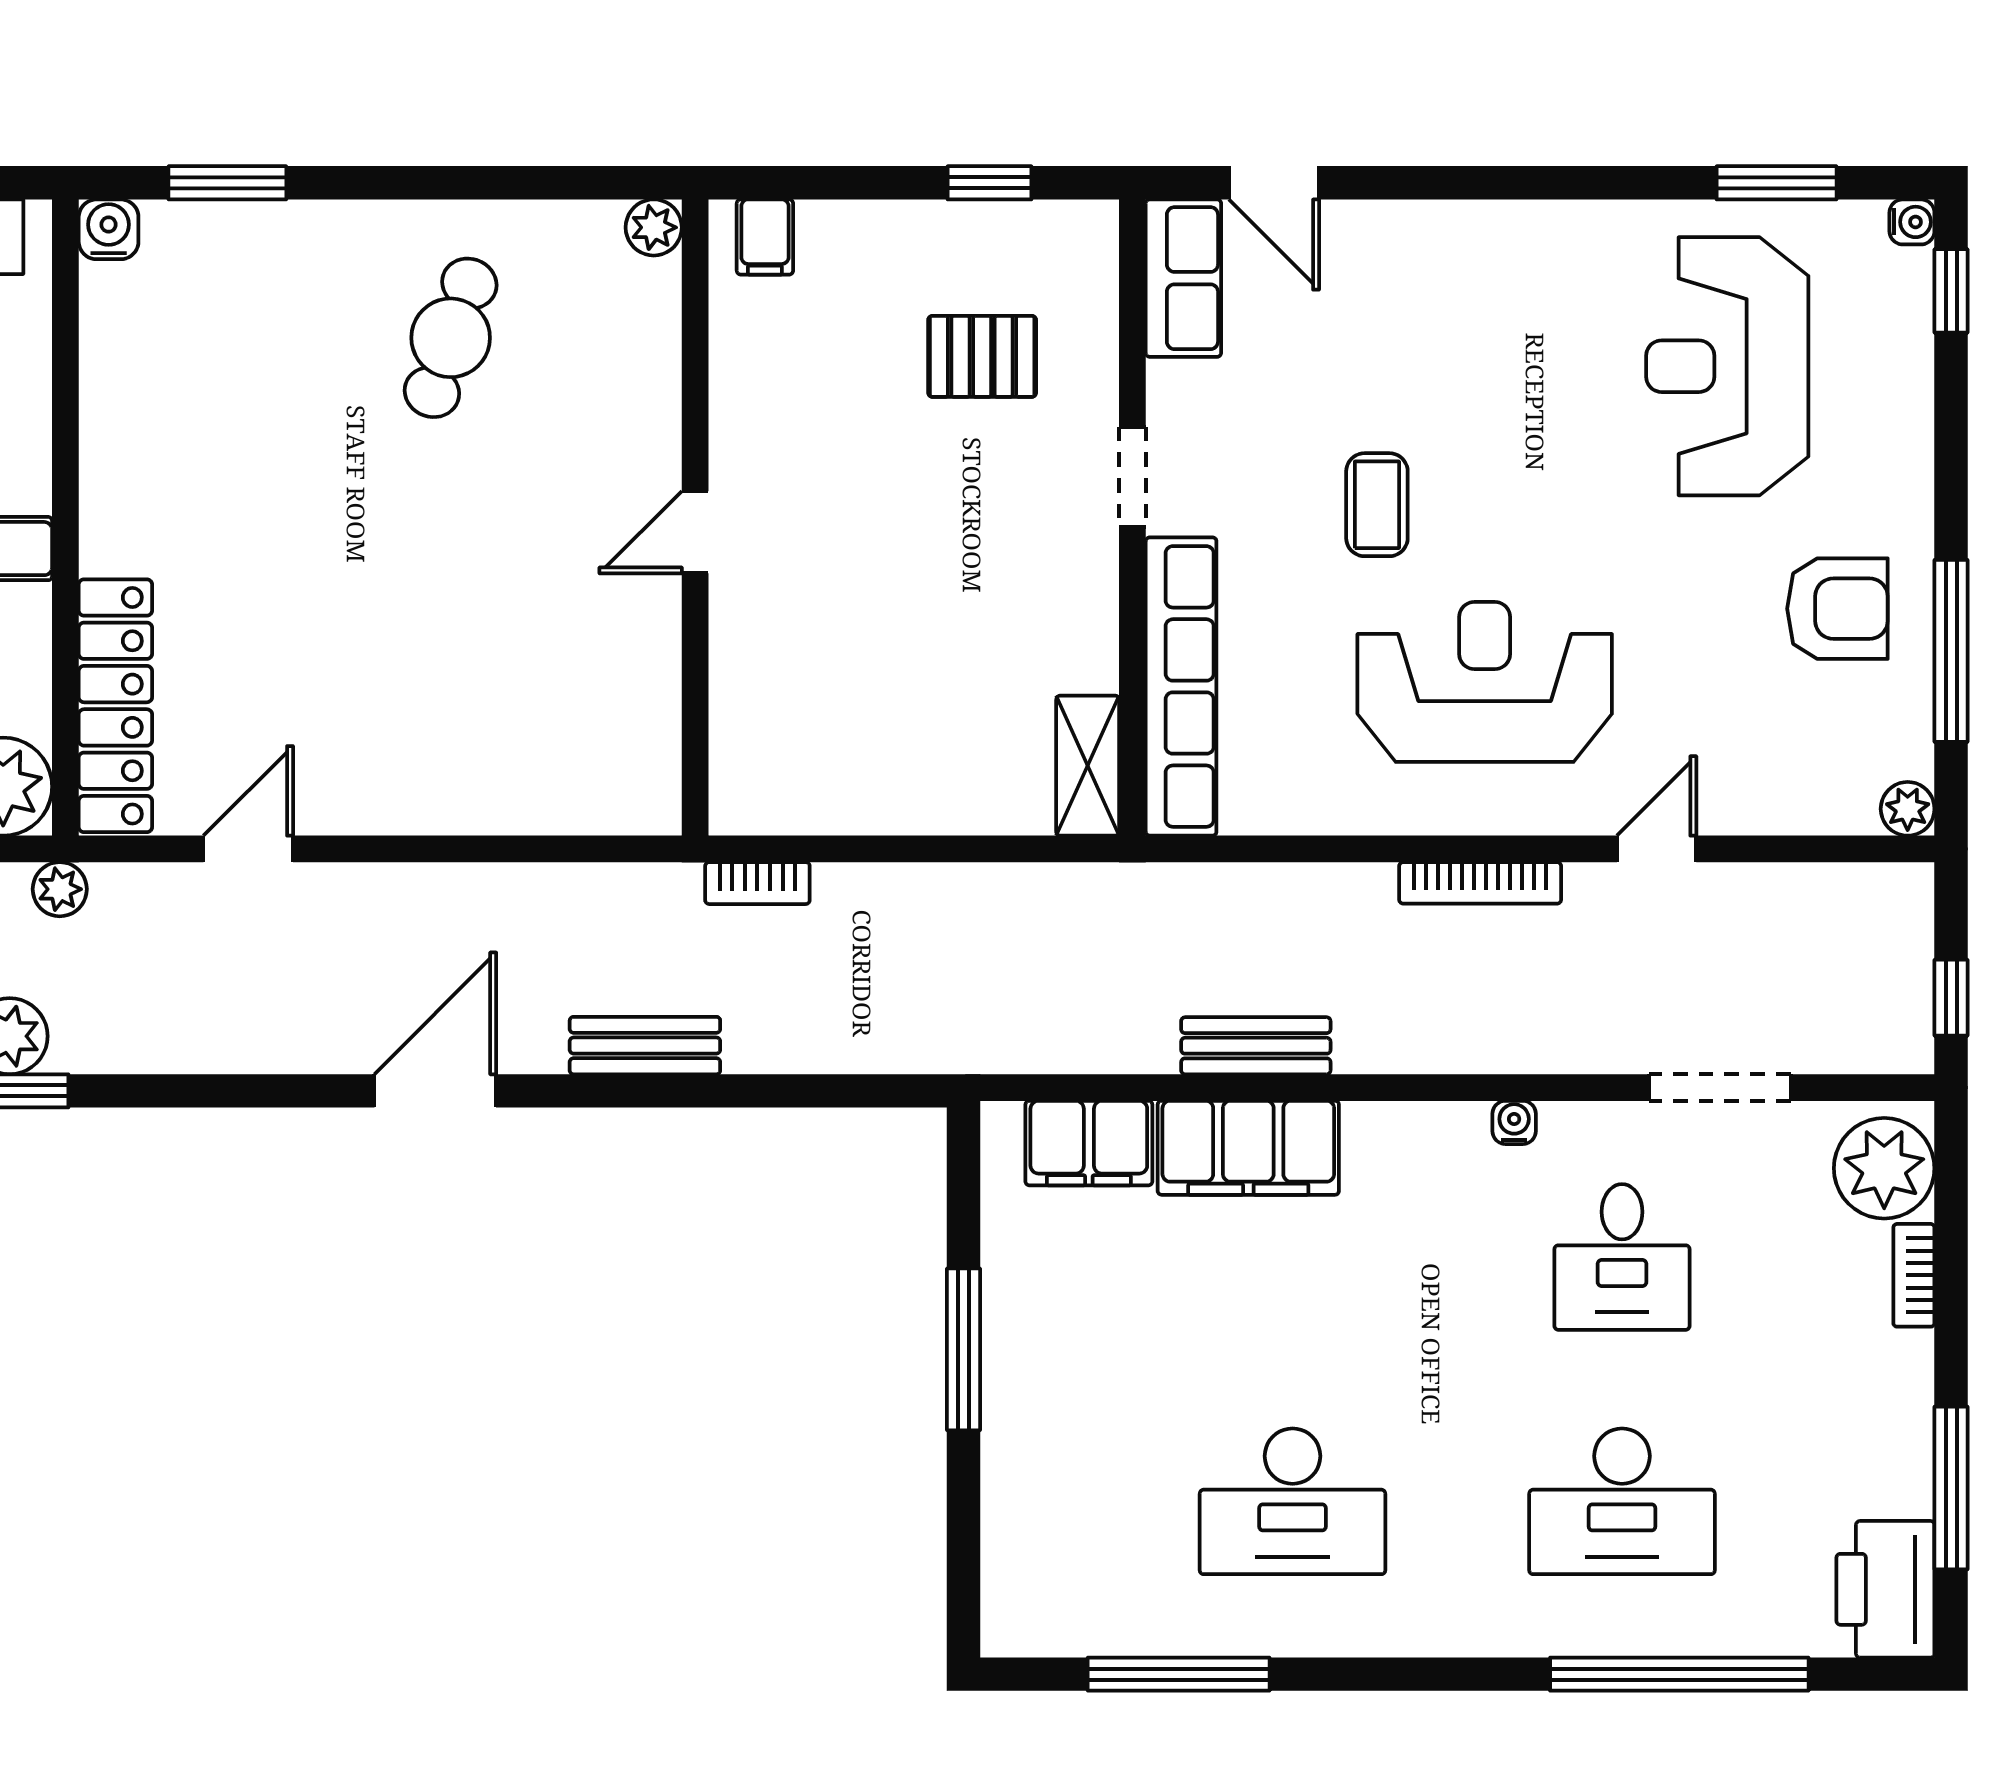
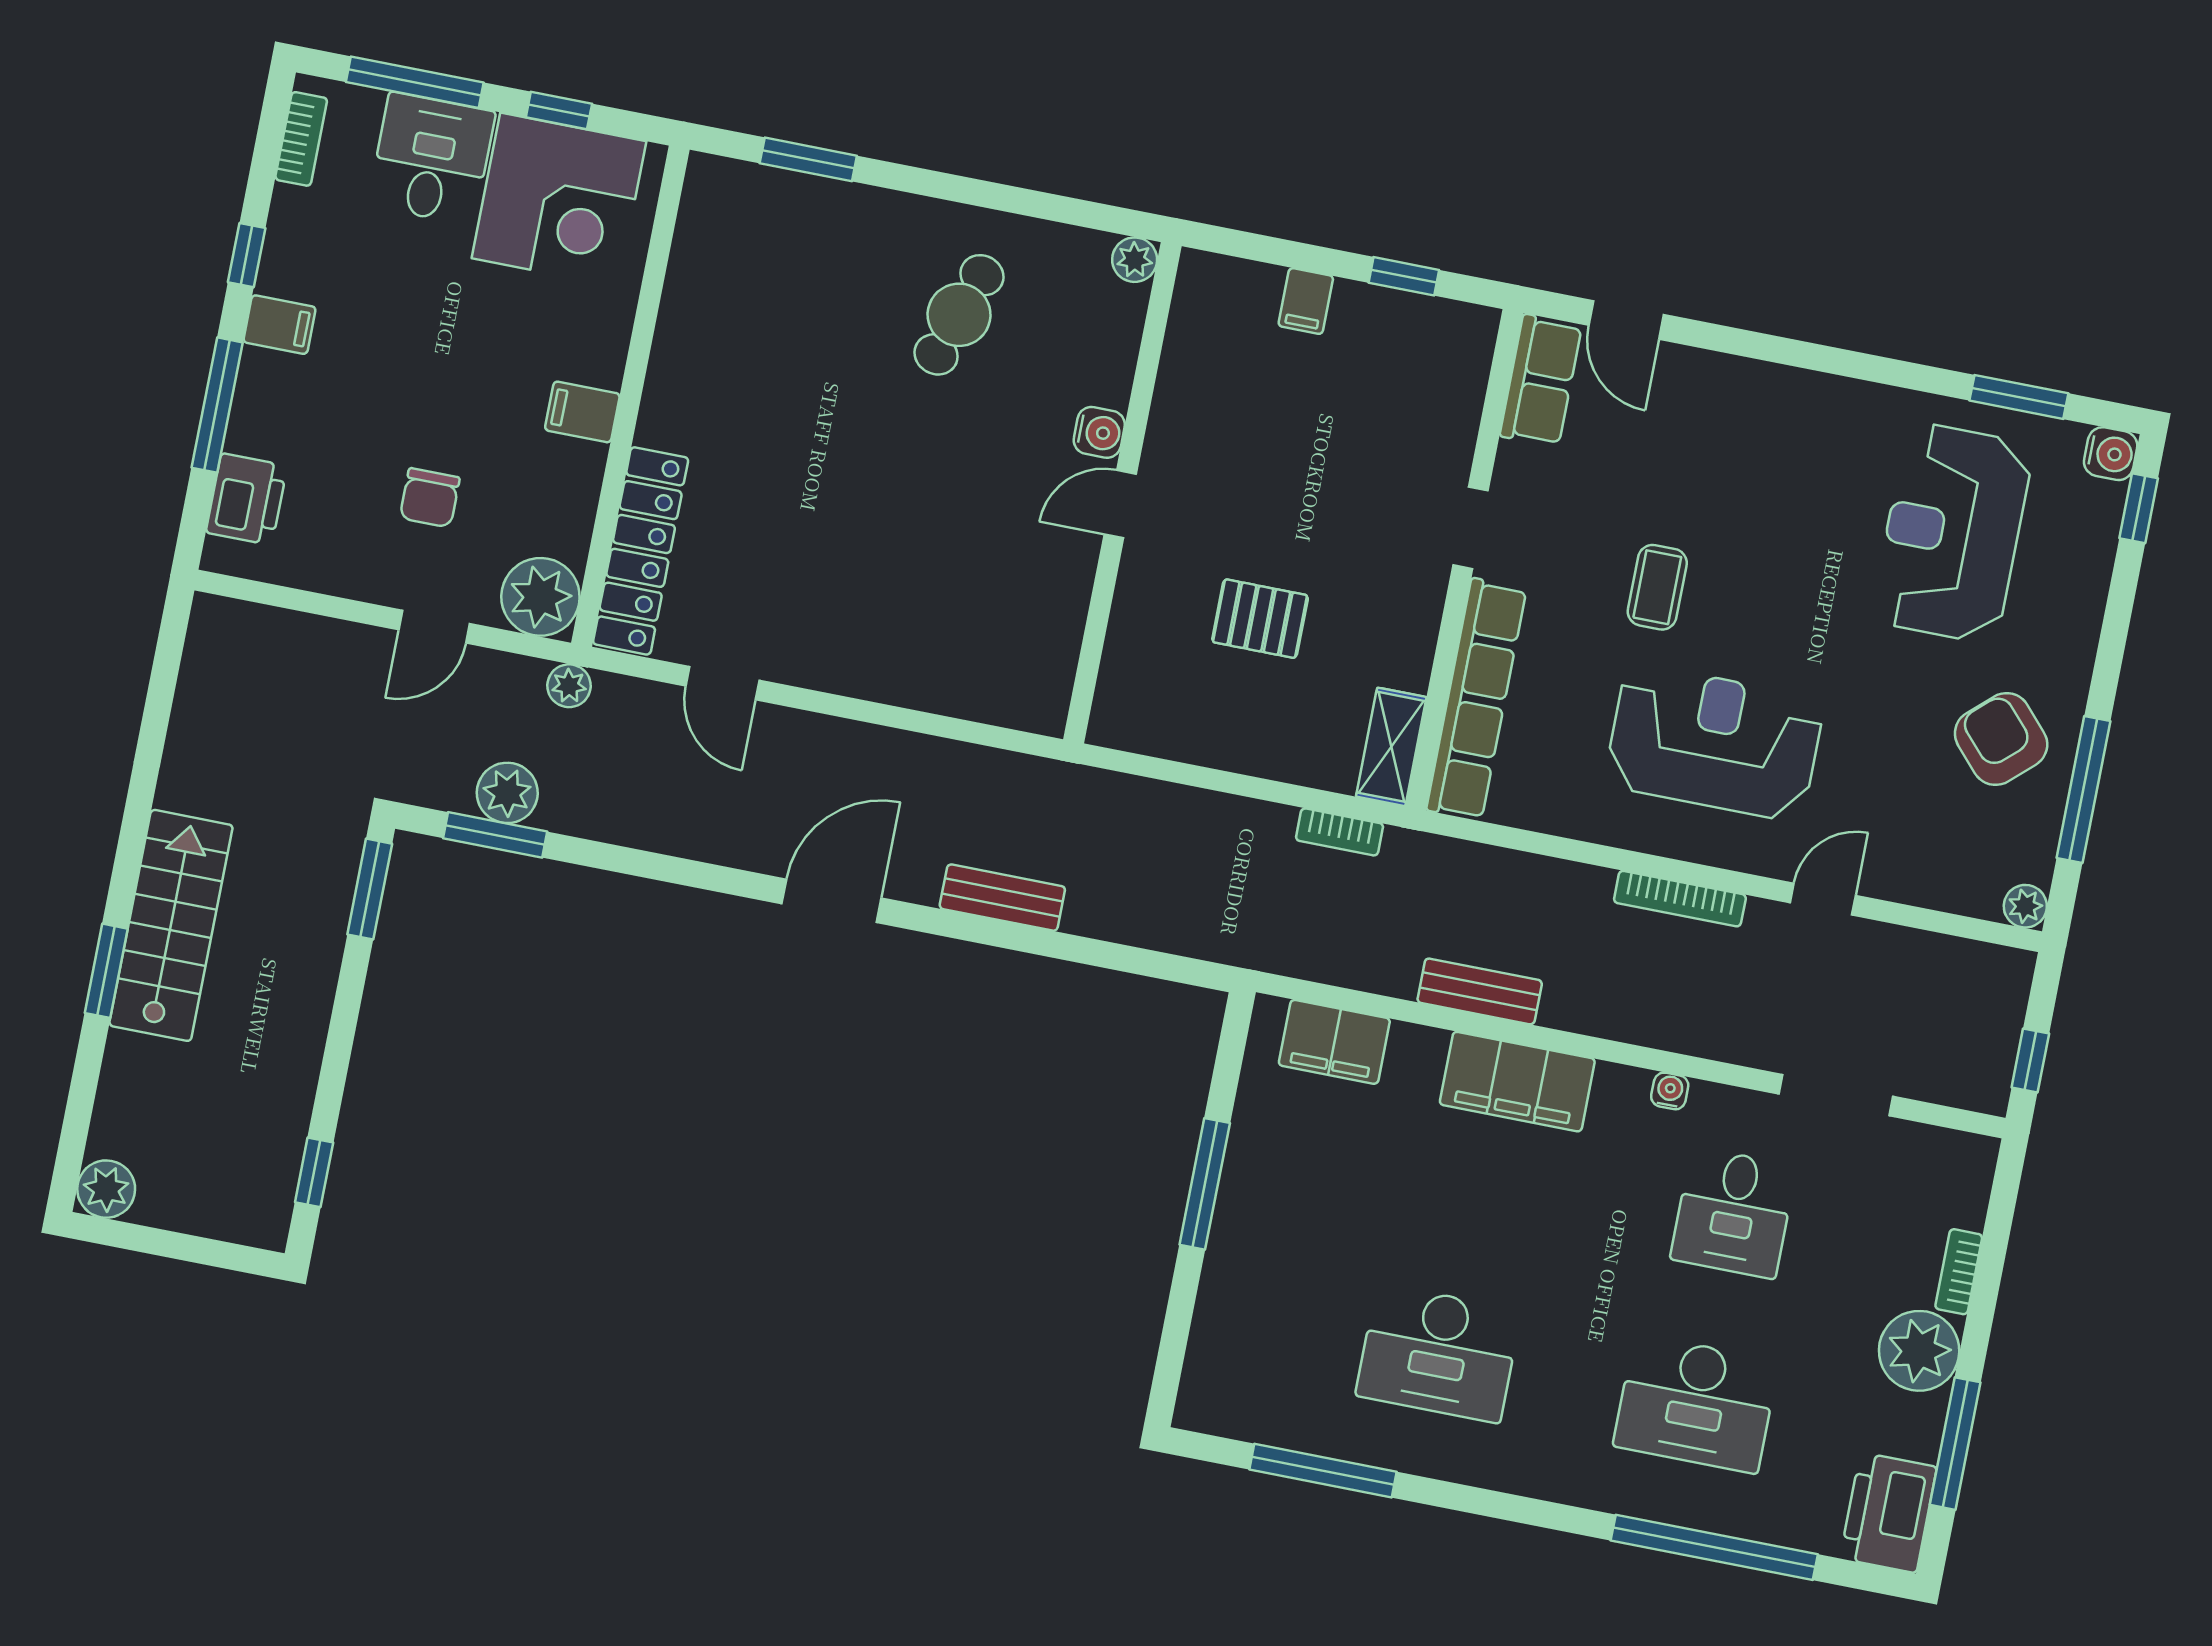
water cooler: (1912, 222) -> (2111, 454), width x1.38, depth x1.38
water cooler: (109, 229) -> (1099, 432), moved, turned 90
filing cabinet: (765, 237) -> (1306, 301), moved
pallet: (982, 356) -> (1260, 619), moved
armchair: (1837, 609) -> (2001, 739), turned -132
door: (248, 849) -> (722, 683), swing flipped
bookcase: (757, 883) -> (1340, 832), moved
filing cabinet: (1248, 1148) -> (1517, 1082), moved
plant: (1884, 1168) -> (1919, 1351), moved

